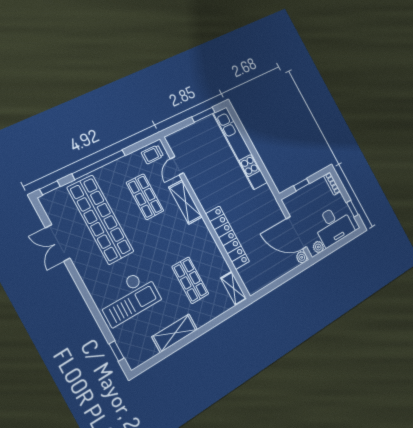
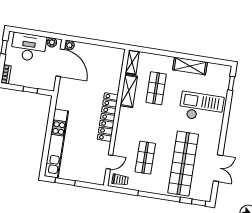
shelving: (185, 202) -> (129, 91), moved
locker: (228, 238) -> (108, 117), moved

